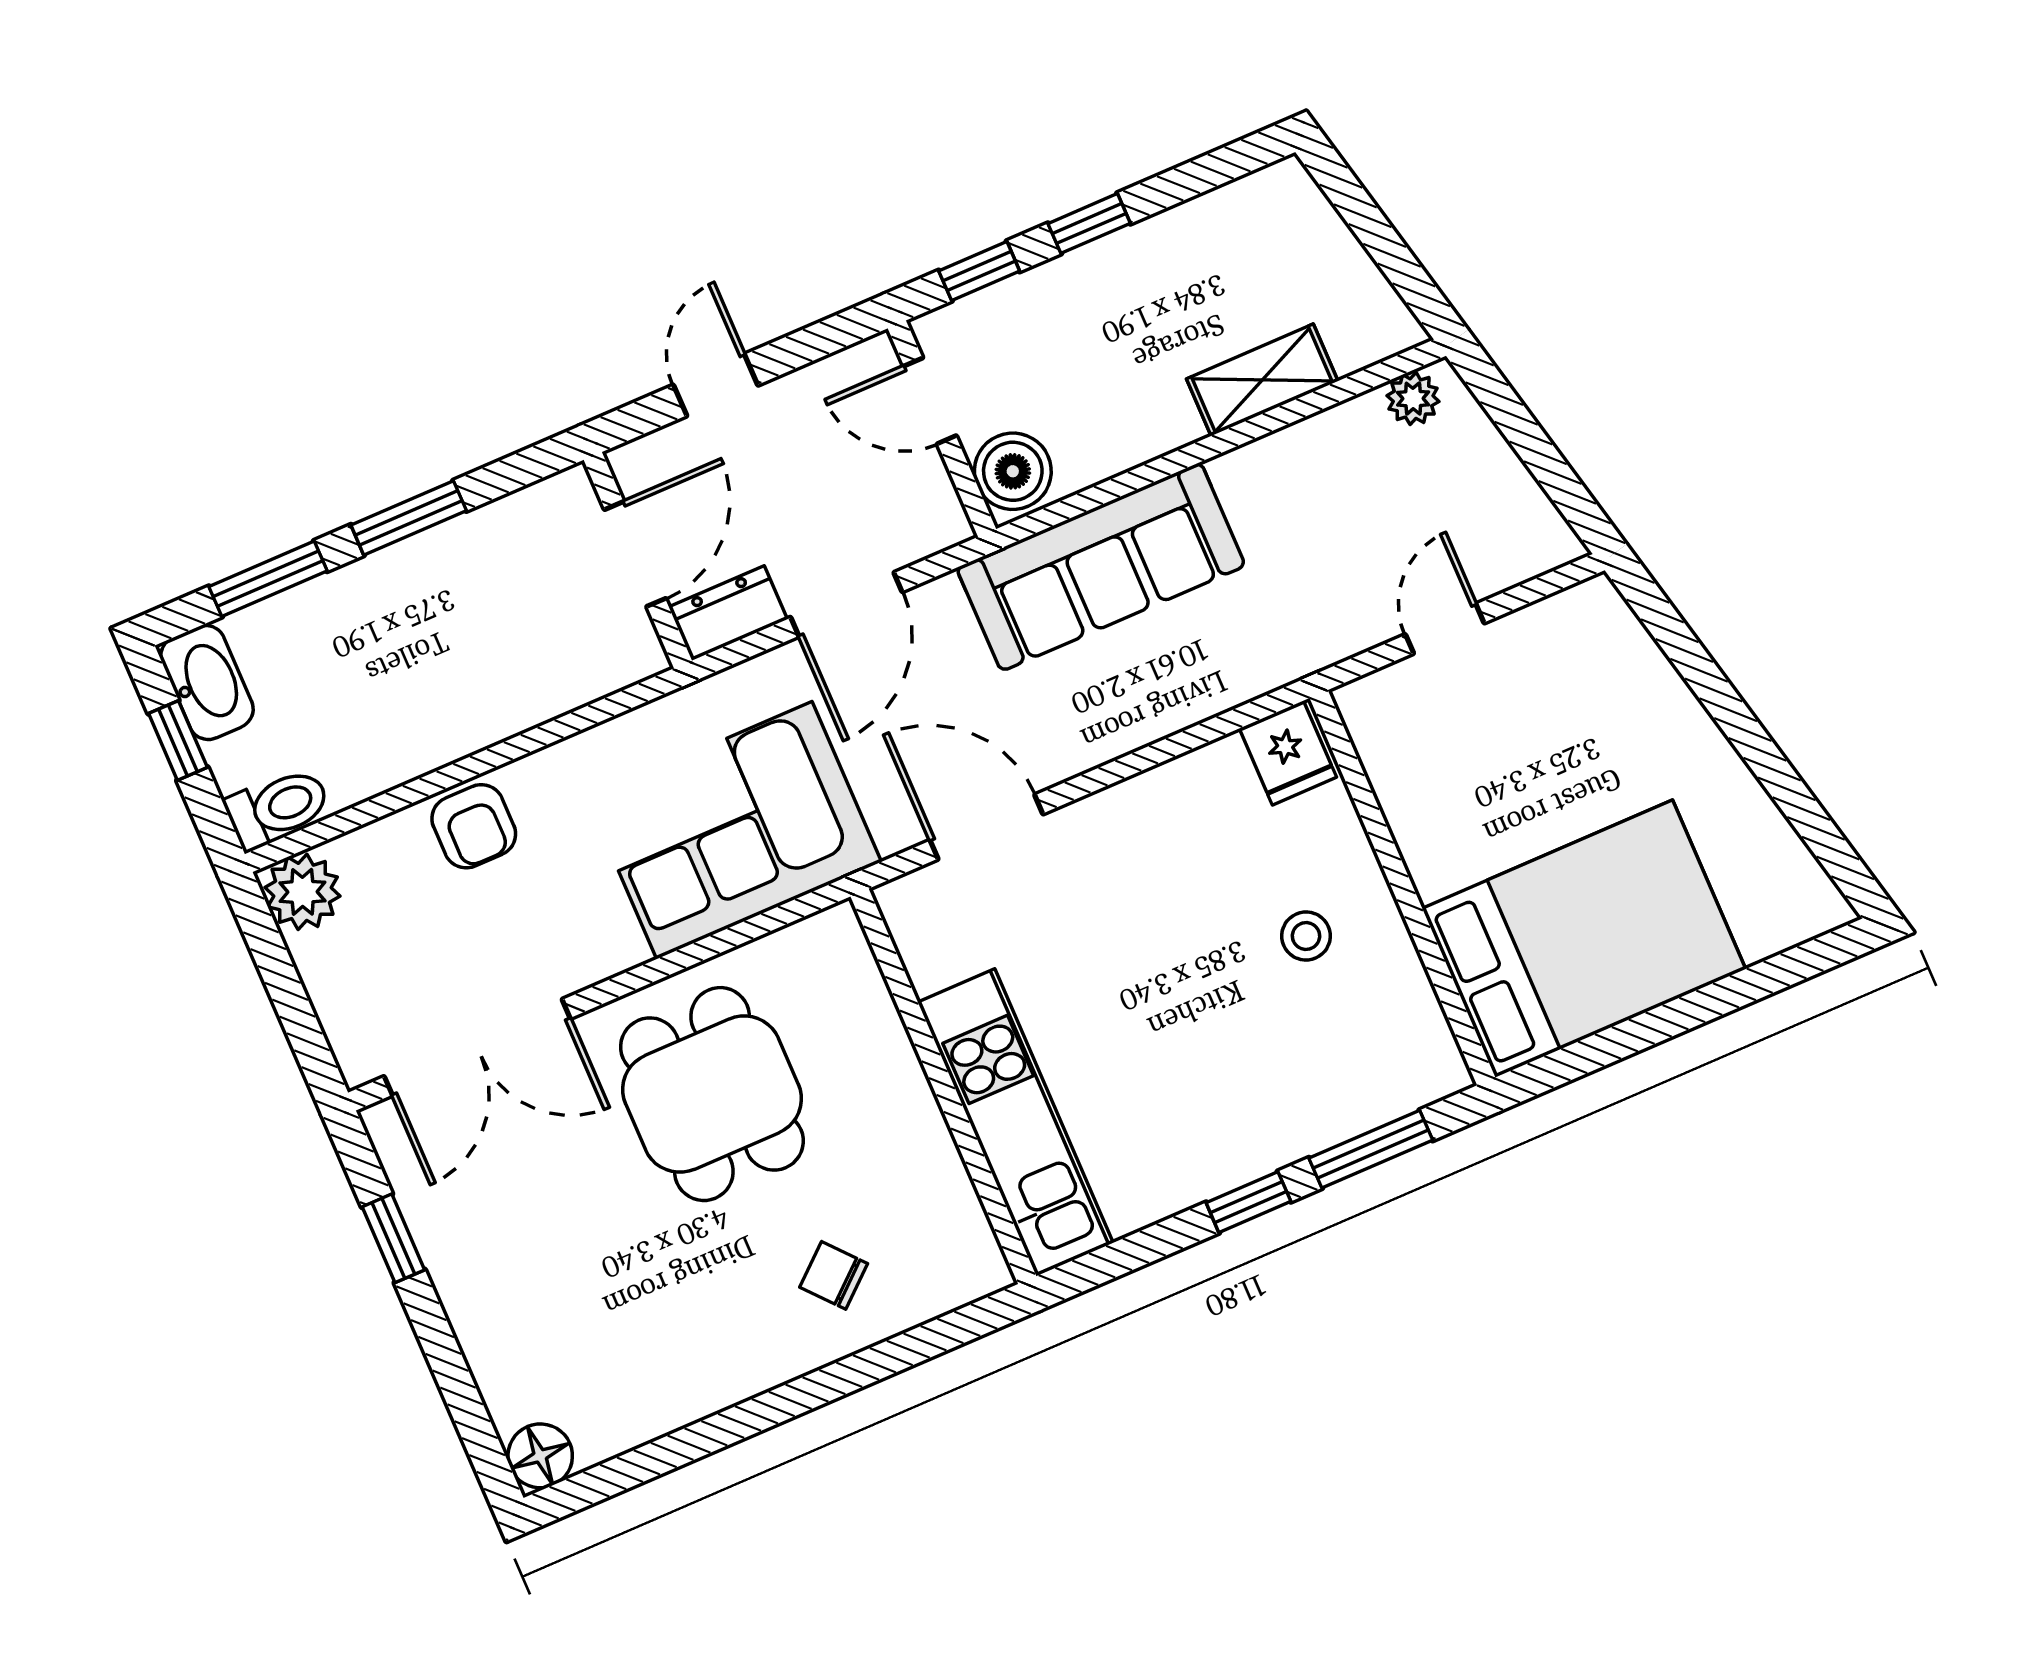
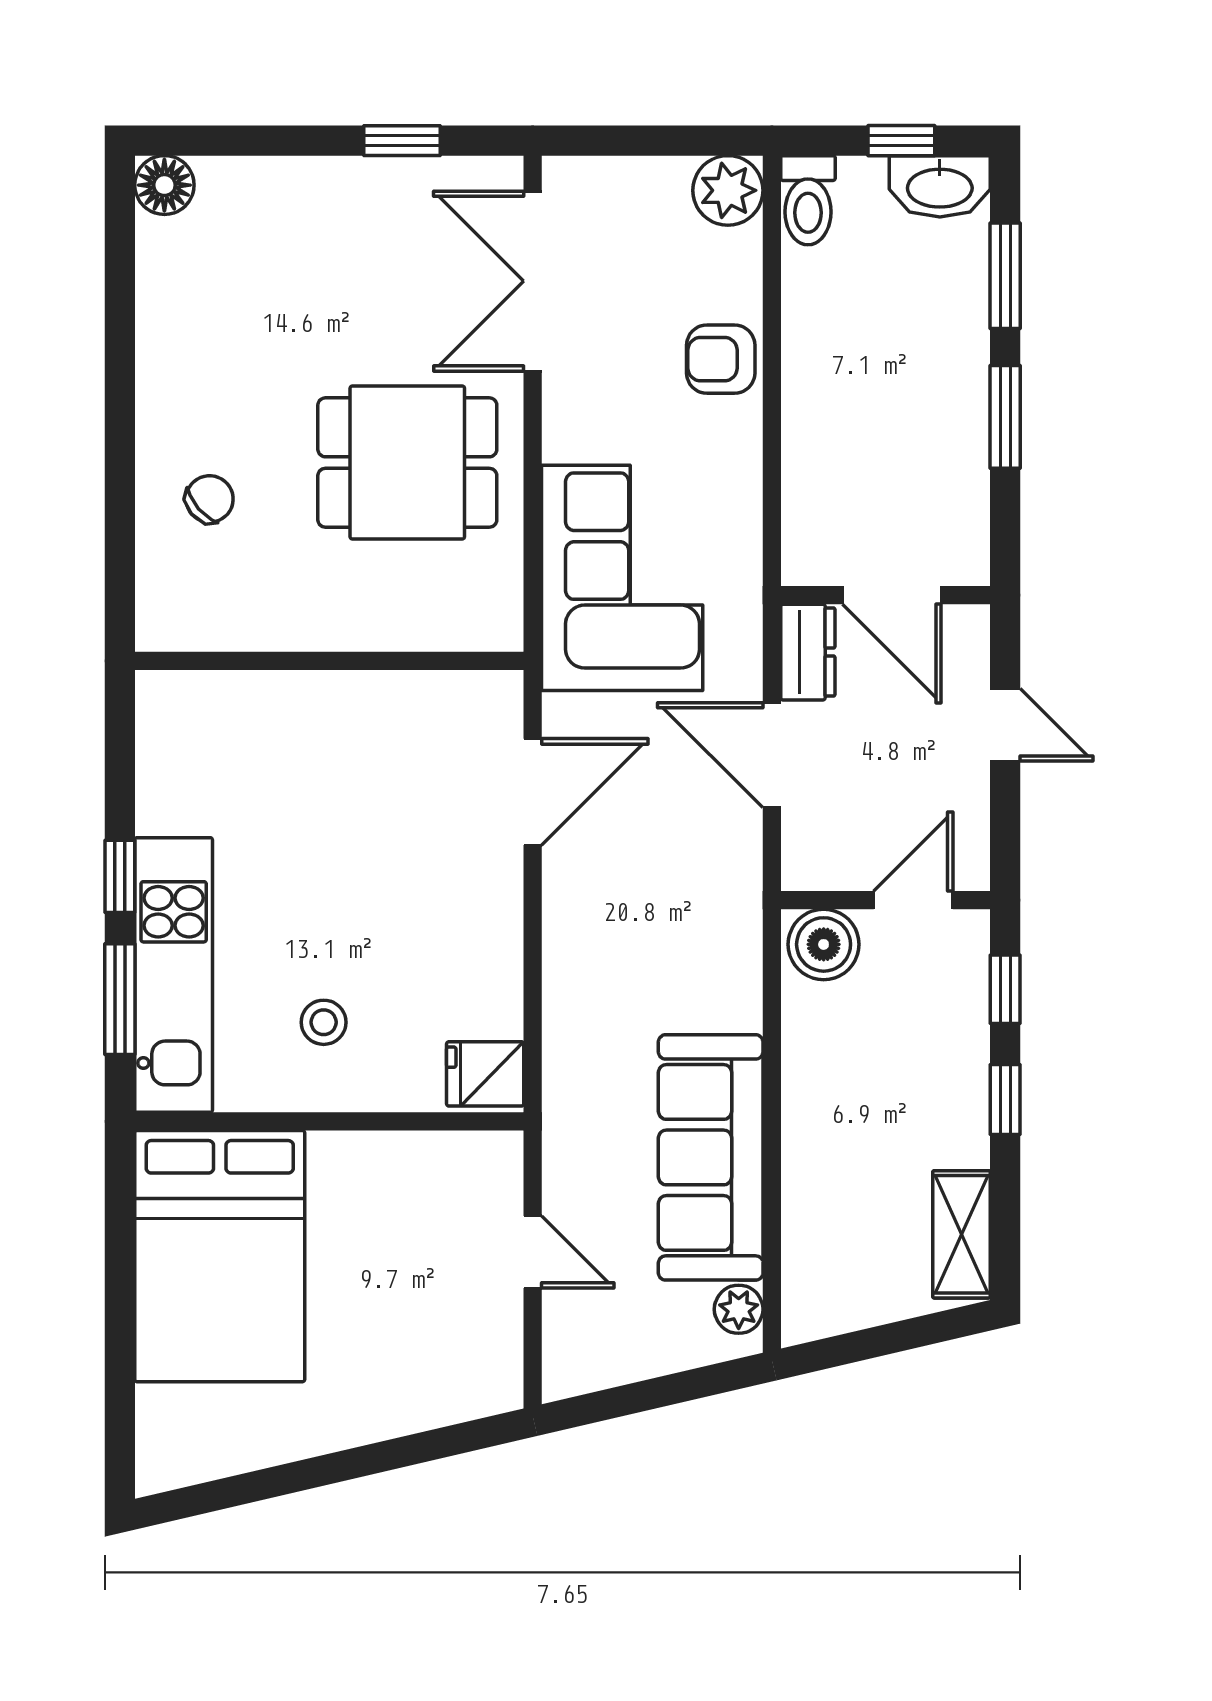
shelving: (1262, 380) -> (961, 1234), moved
sofa: (1101, 567) -> (711, 1157), moved
kitchen unit: (1016, 1122) -> (174, 975), moved, turned -90

